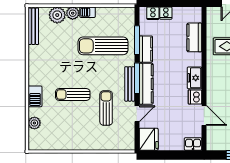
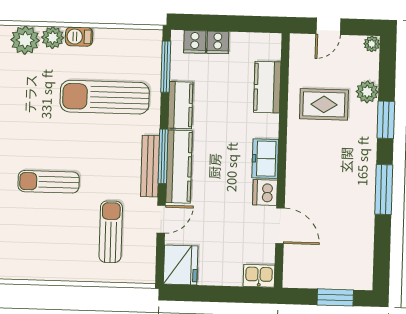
window: (137, 40) -> (166, 67), moved
sun lounger: (106, 108) -> (111, 232), moved

